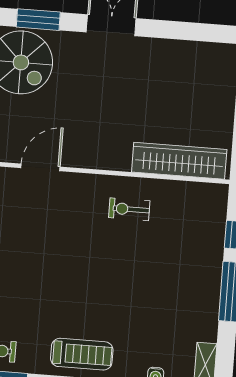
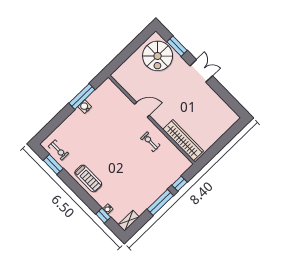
door: (40, 167) -> (142, 110), moved

